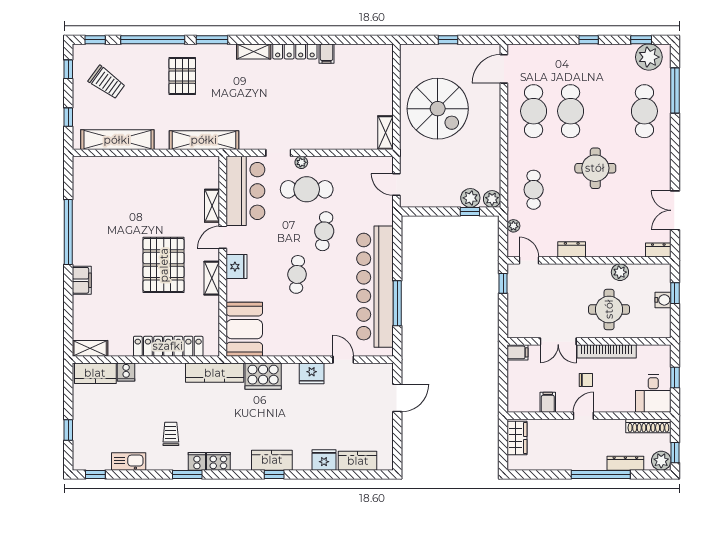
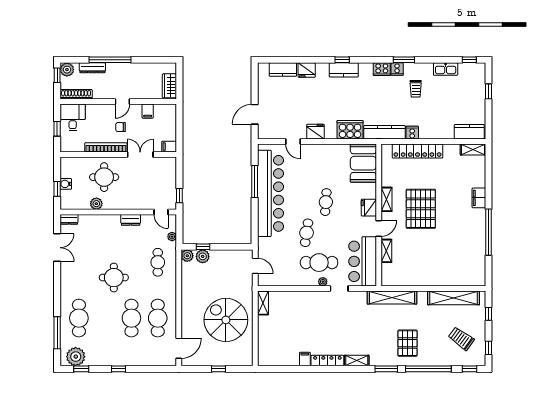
cooker: (126, 372) -> (412, 133), moved

